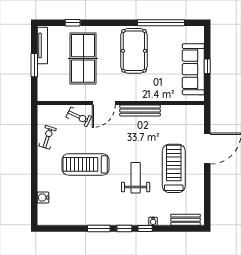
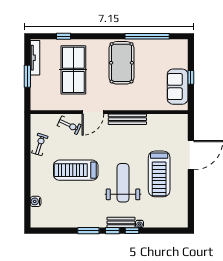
sofa: (193, 69) -> (178, 87), width x0.73
treadmill: (174, 168) -> (159, 174), turned 180
weight bench: (136, 178) -> (123, 183), width x1.36, depth x1.33
bench: (186, 220) -> (121, 222), moved

